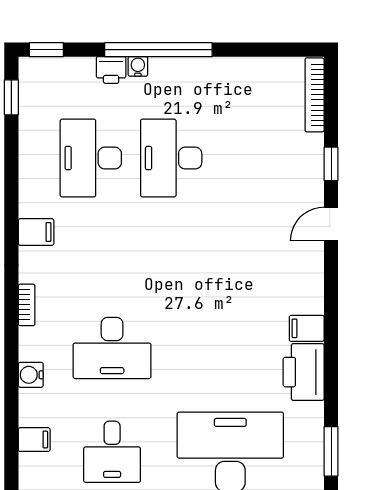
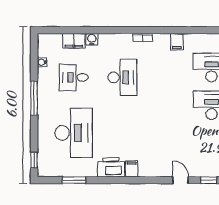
desk: (112, 348) -> (122, 77), turned 180
water cooler: (31, 375) -> (92, 39), moved
filing cabinet: (34, 440) -> (74, 41), width x2.00

